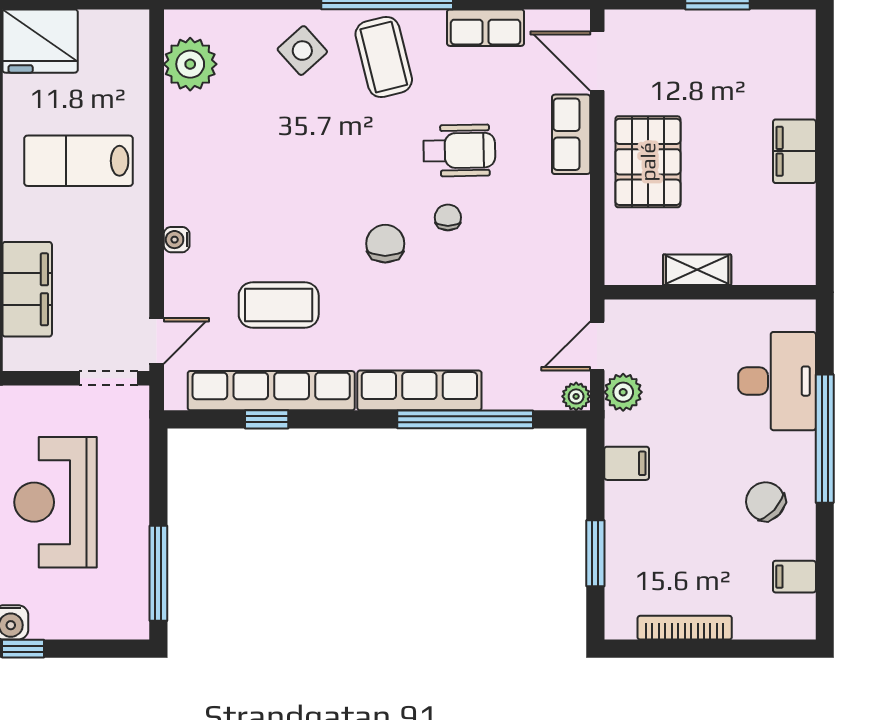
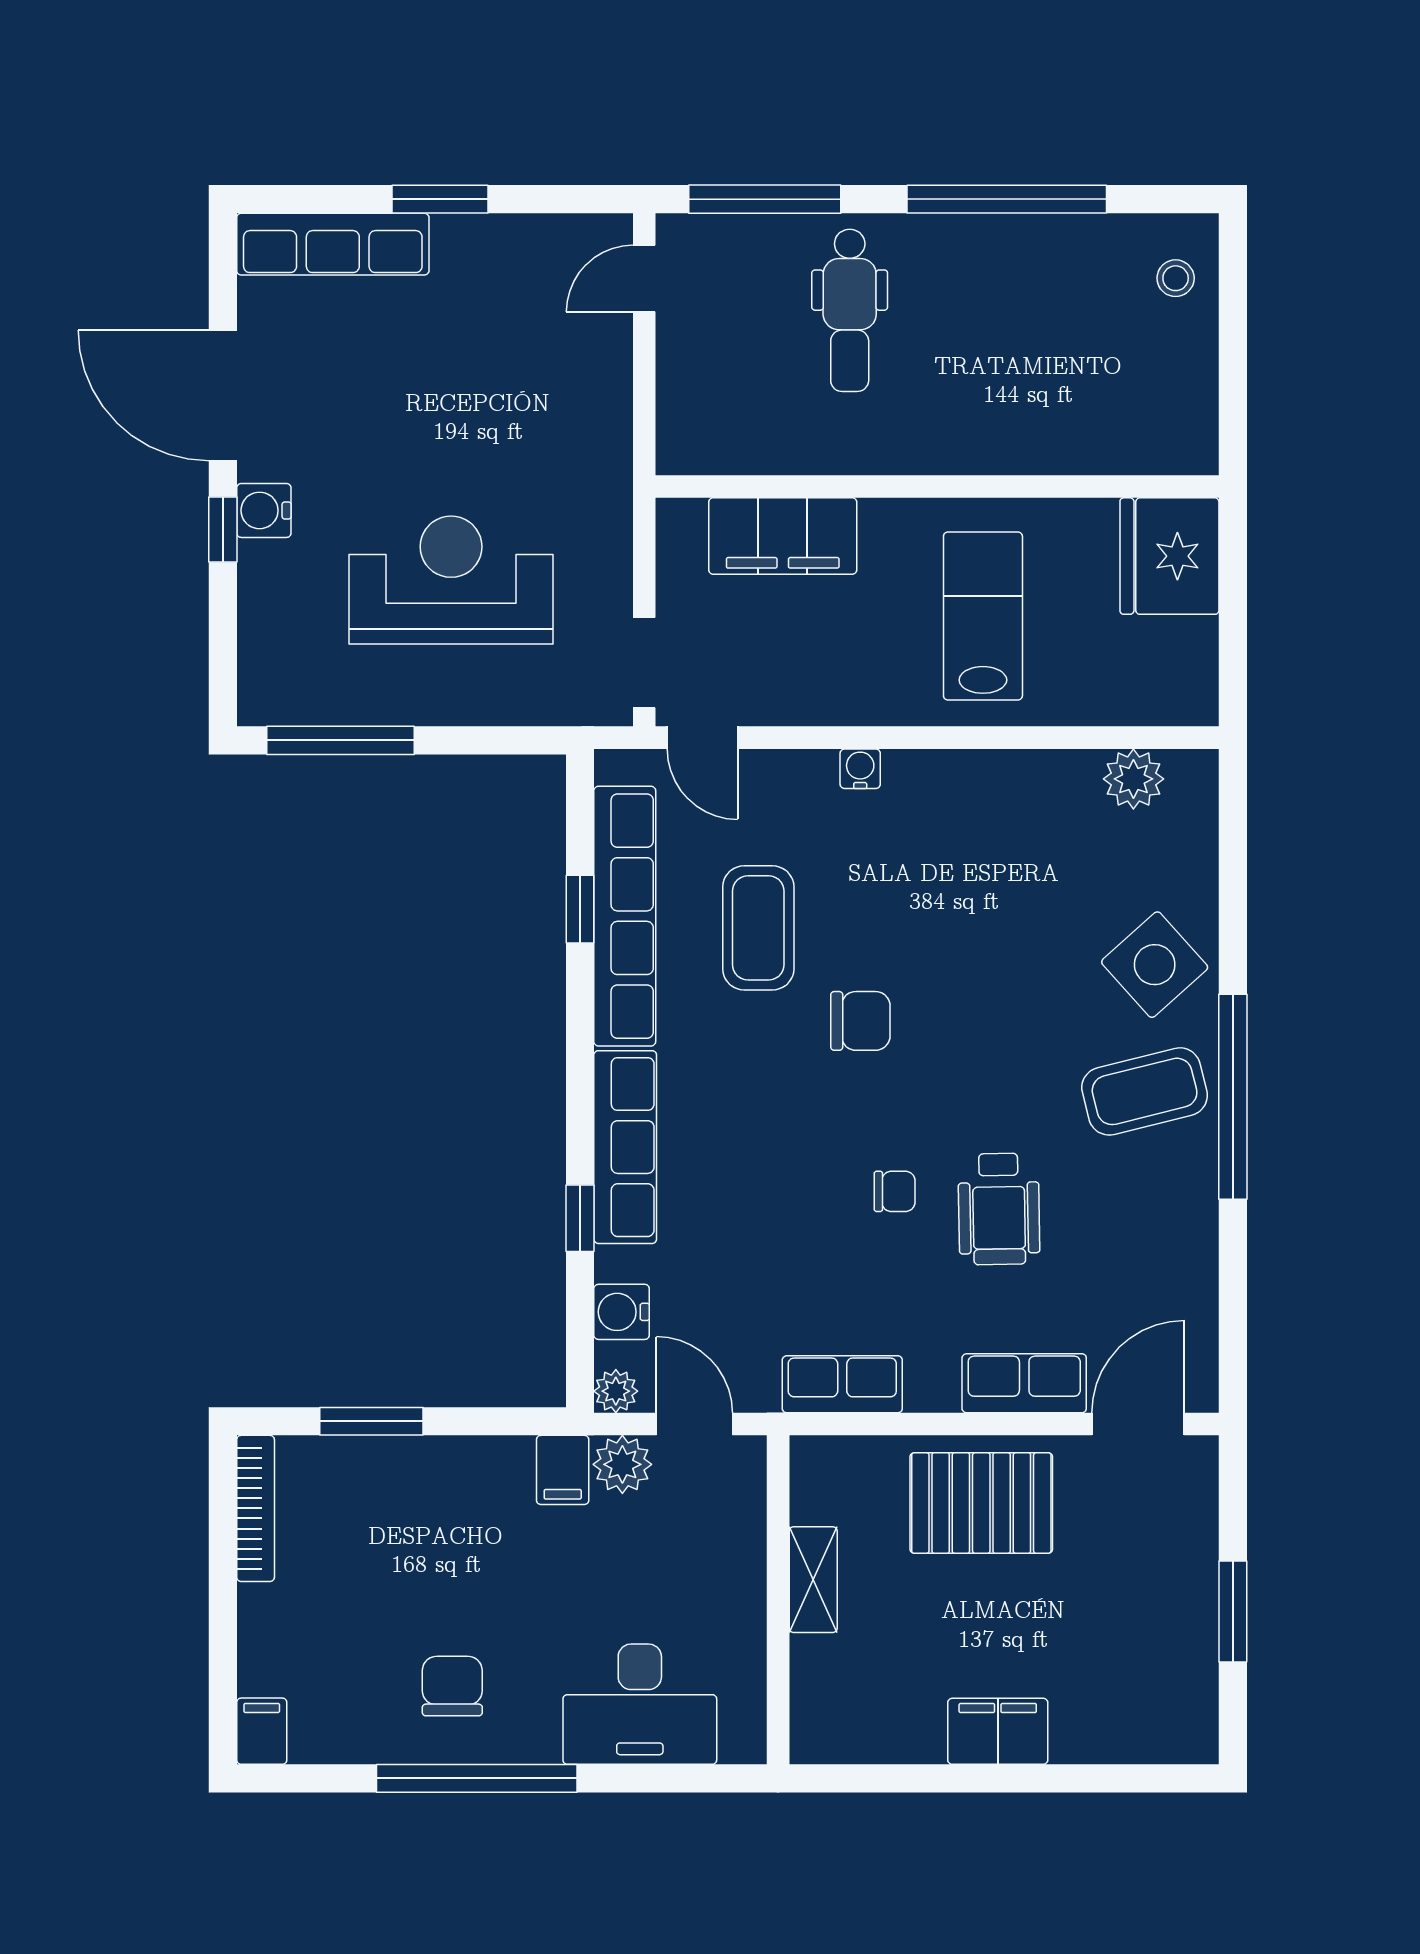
row of seats: (486, 28) -> (842, 1384), moved, turned 90
side table: (302, 51) -> (1155, 965), width x1.37, depth x1.37
plant: (190, 64) -> (1133, 779), width x0.73, depth x0.73
chair: (385, 244) -> (860, 1021), moved
water cooler: (525, 393) -> (622, 1312), added
window: (465, 419) -> (580, 1218), width x0.32
window: (825, 439) -> (477, 1778), moved
filing cabinet: (627, 463) -> (563, 1470), moved
chair: (765, 501) -> (452, 1686), turned -43
filing cabinet: (794, 577) -> (262, 1731), moved
bookcase: (685, 628) -> (256, 1508), moved

